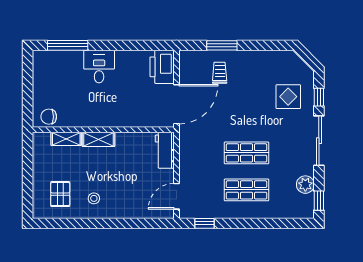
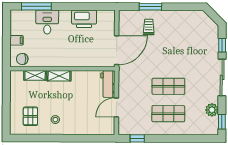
desk: (99, 67) -> (47, 22), moved
printer: (162, 67) -> (84, 19), moved, turned -90
filing cabinet: (41, 91) -> (17, 40), added
display table: (288, 97) -> (199, 45), removed
door: (176, 196) -> (116, 107), moved

